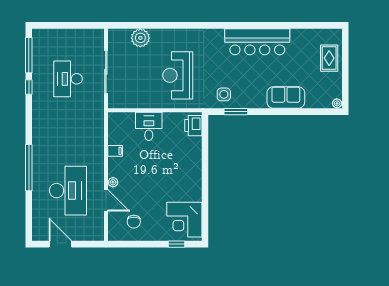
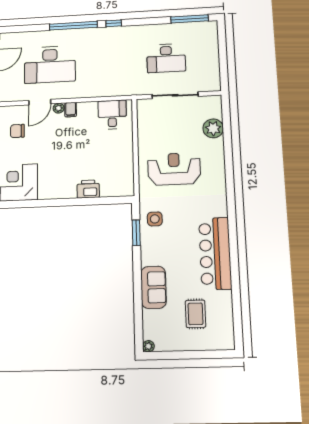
rug: (329, 58) -> (196, 314), moved, turned 90
desk: (68, 79) -> (166, 58), turned 180
window: (29, 87) -> (114, 23), moved
desk: (149, 126) -> (112, 115), moved, turned -90
printer: (193, 126) -> (88, 189), moved
filing cabinet: (115, 151) -> (71, 110), moved

